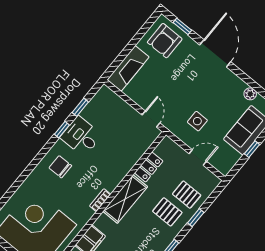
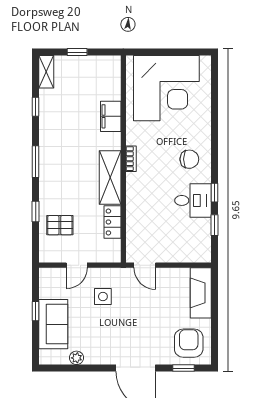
pallet: (167, 212) -> (64, 196), removed

